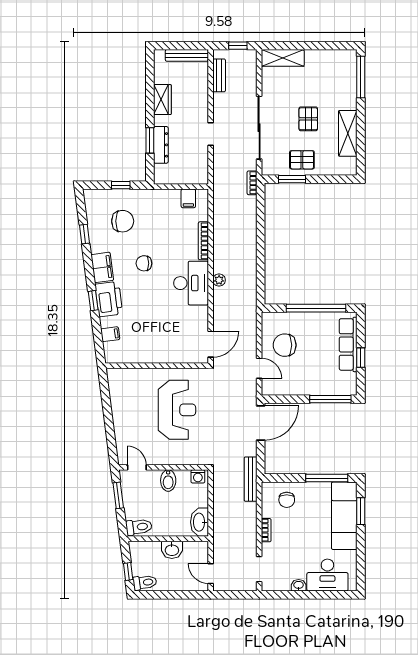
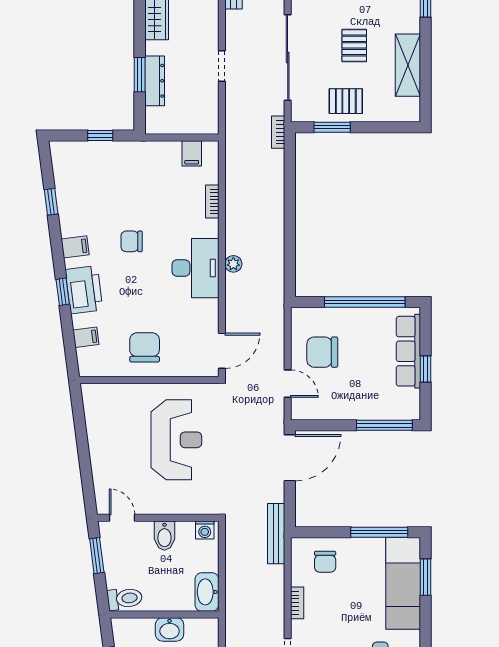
chair: (123, 221) -> (145, 347), moved, turned -90
bookcase: (203, 241) -> (212, 201), width x0.64
filing cabinet: (102, 267) -> (75, 247), width x0.50

